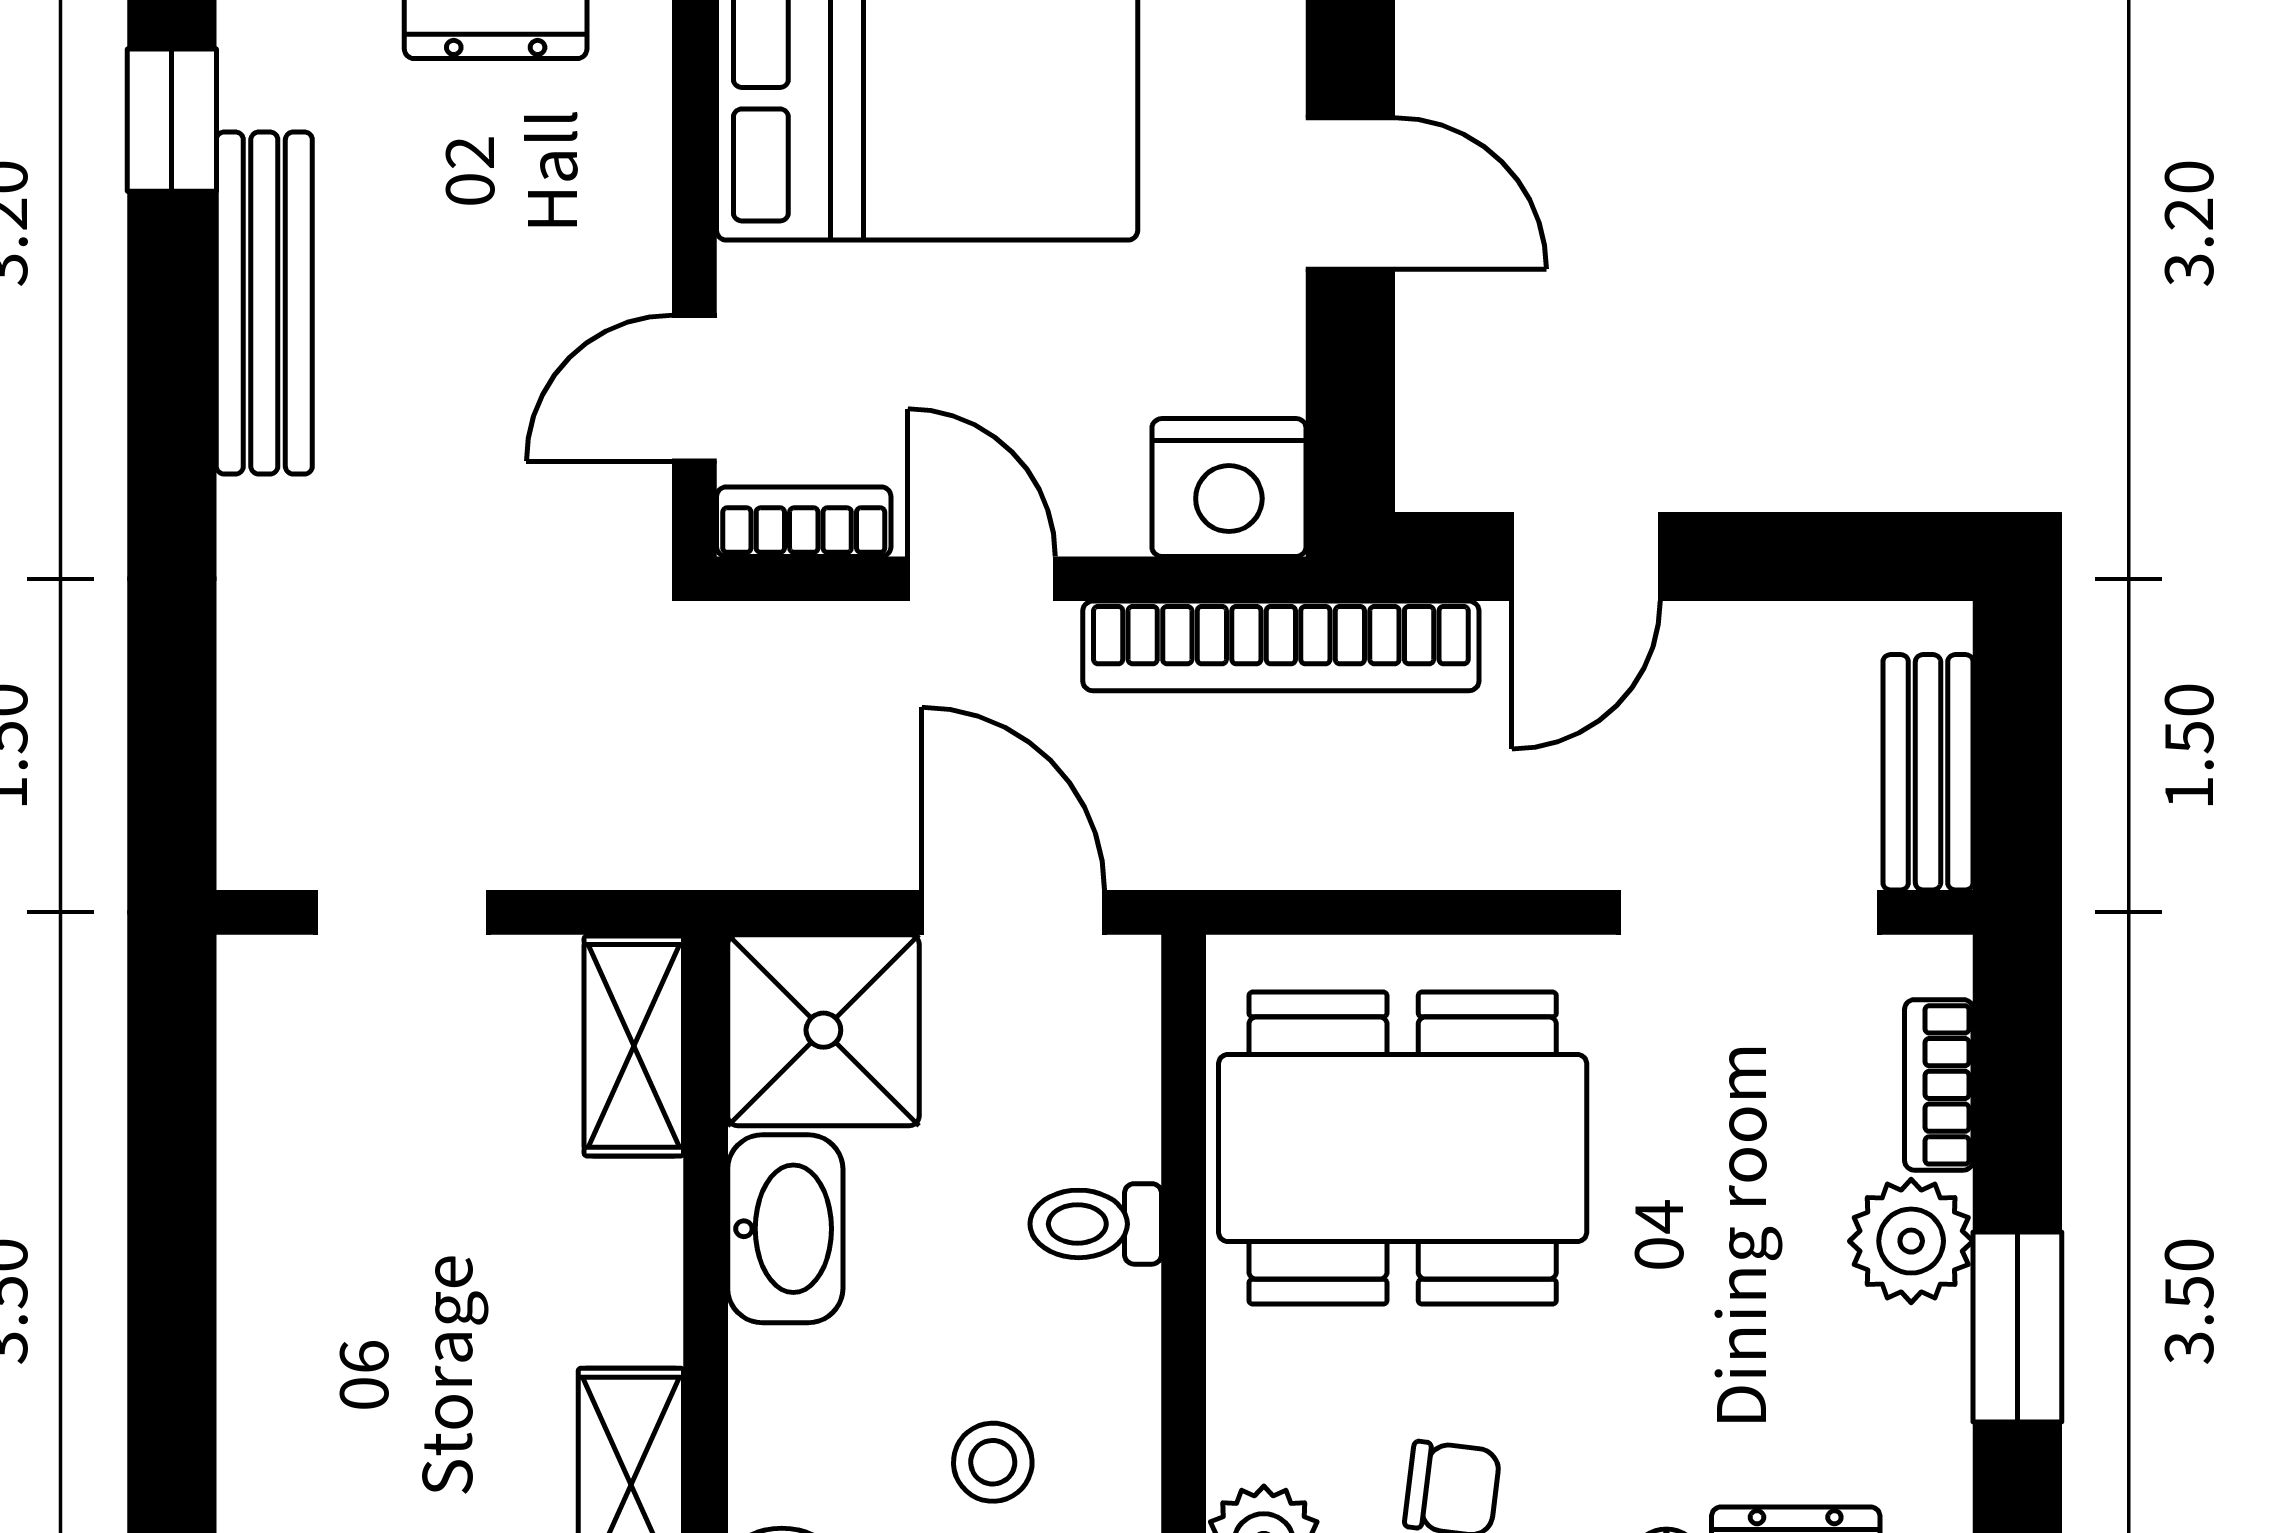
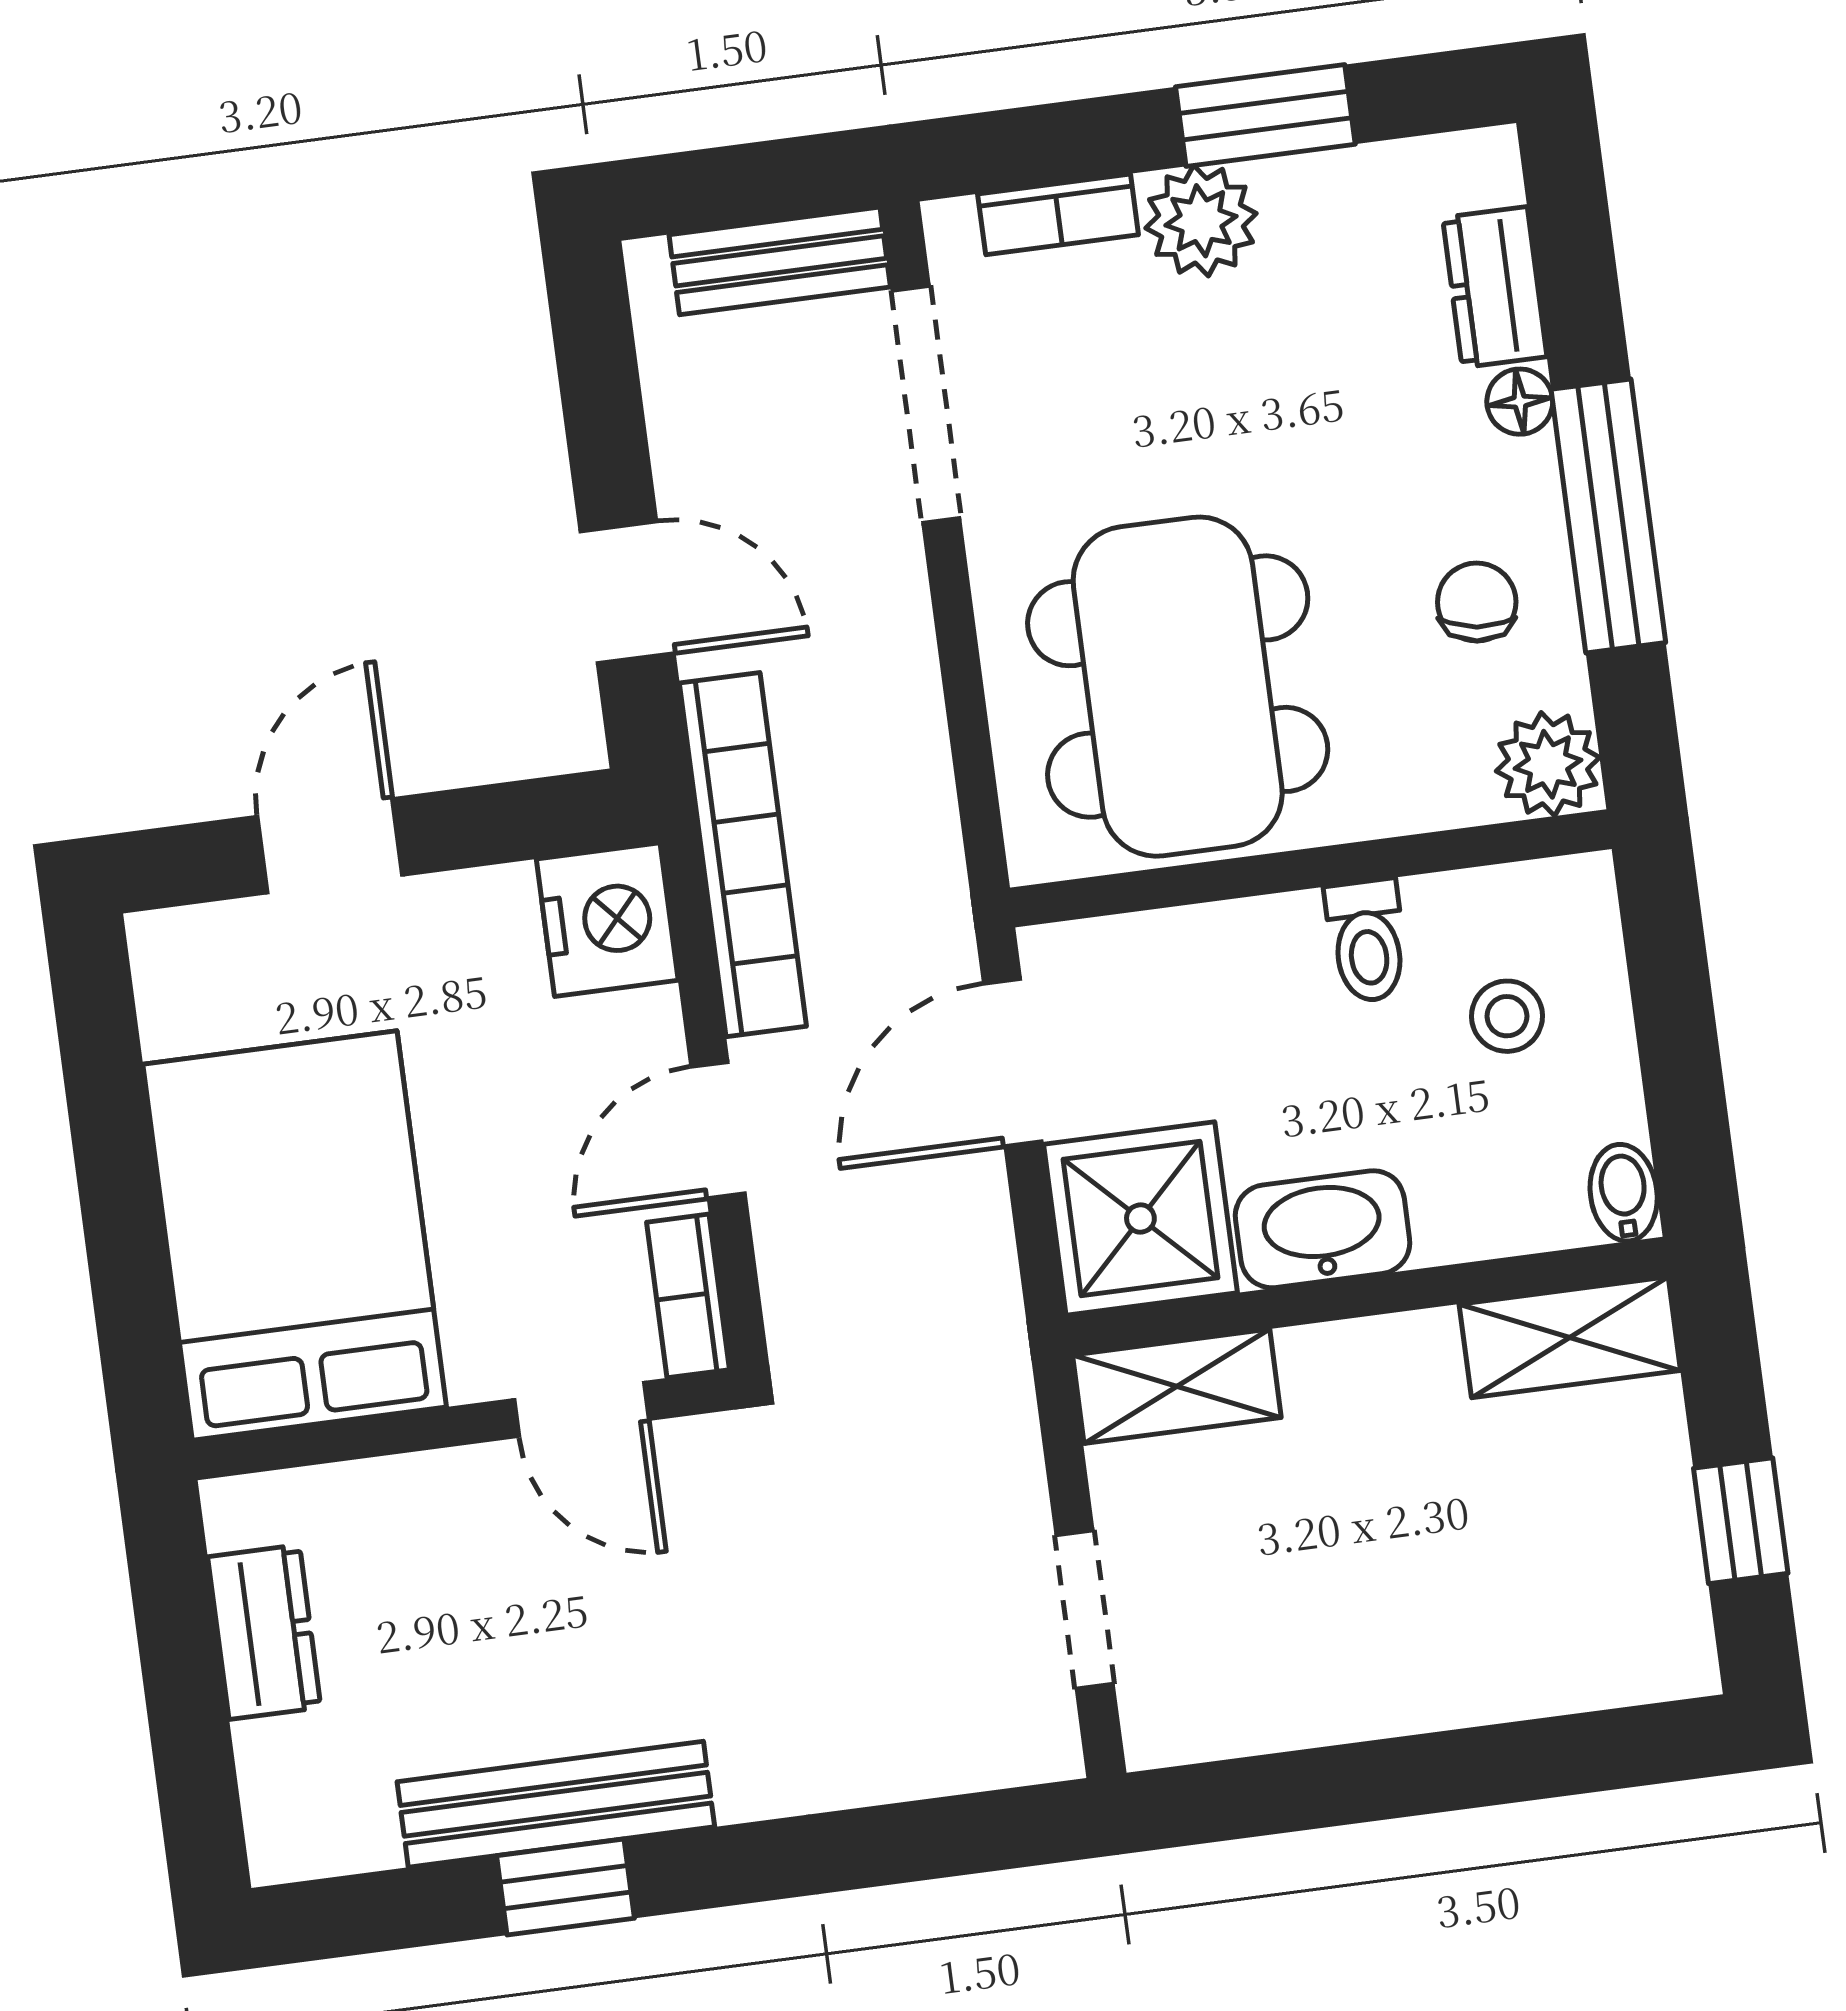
window: (172, 120) -> (566, 1887), moved
toilet: (1096, 1224) -> (1367, 941), moved

